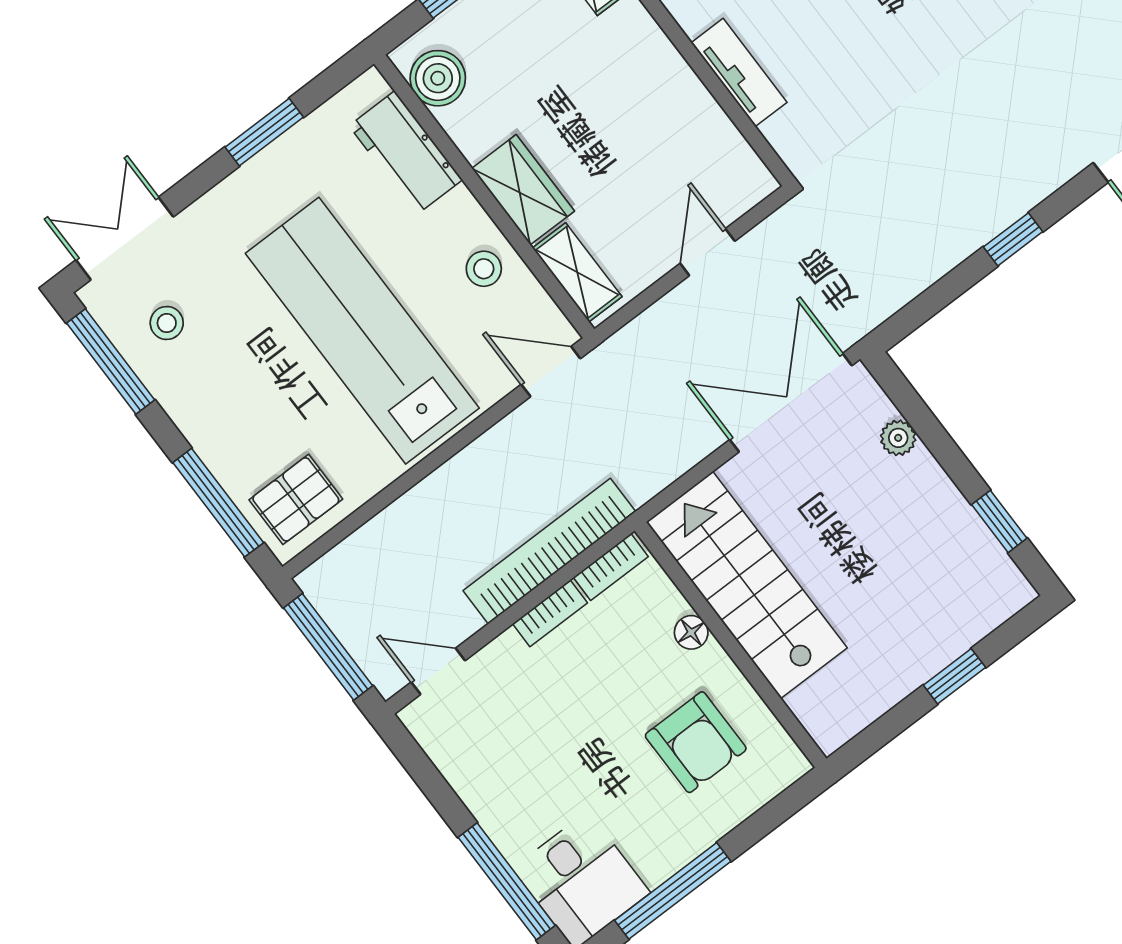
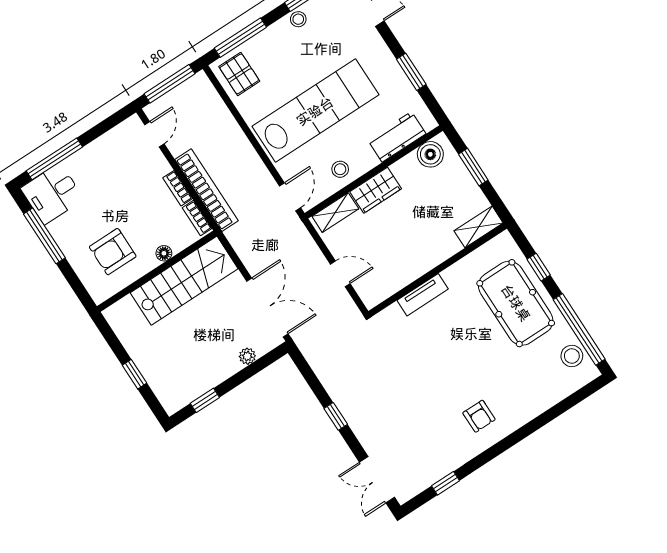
stool: (167, 323) -> (298, 19), moved

